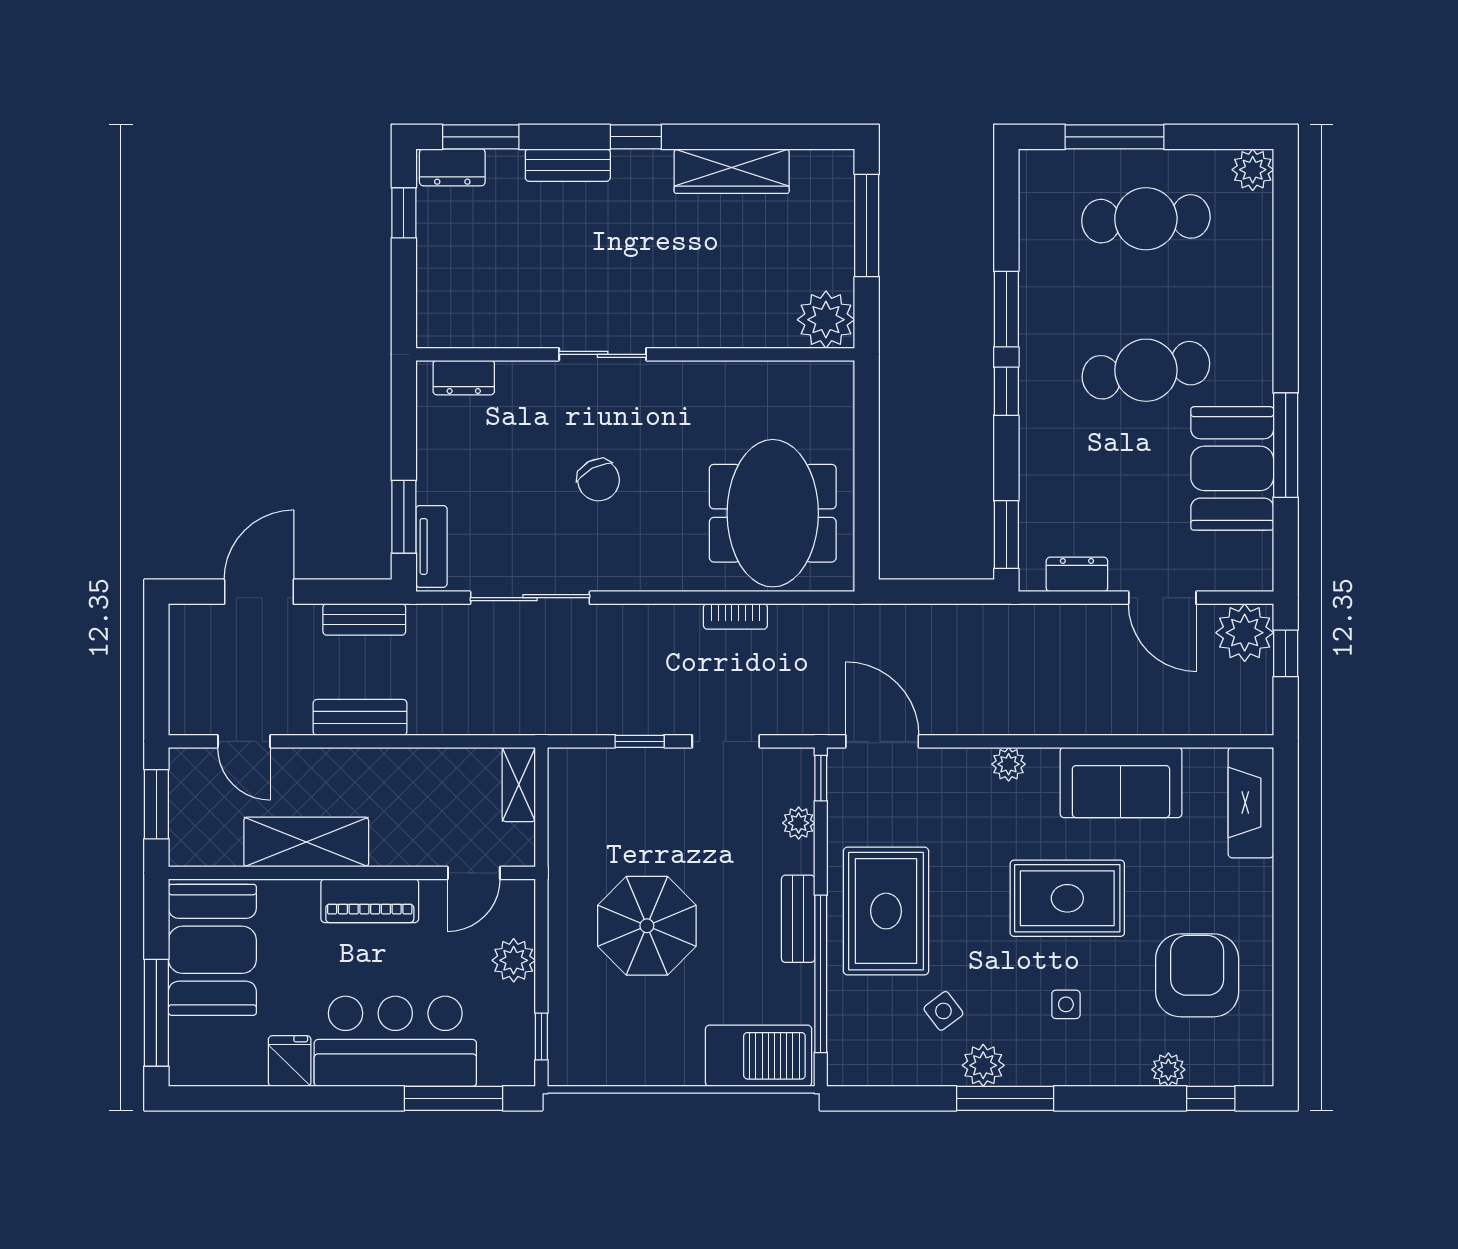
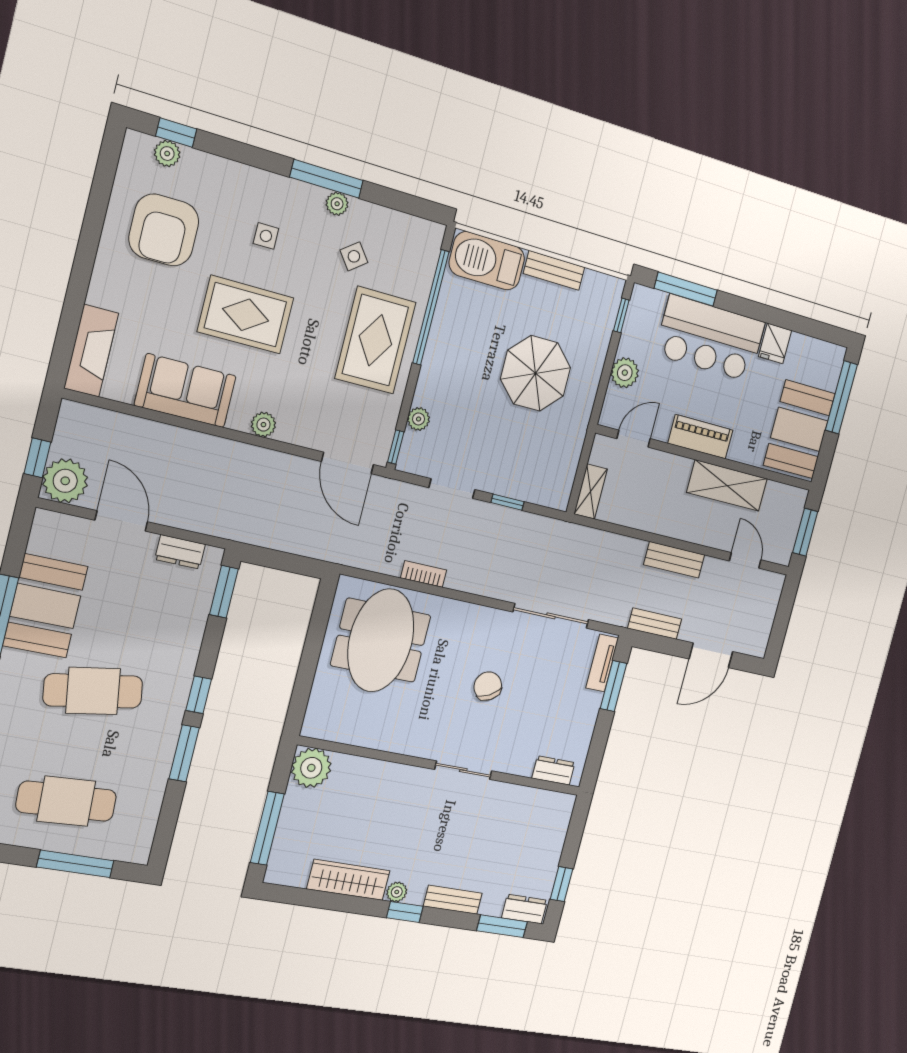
plant: (656, 164) -> (397, 892), added
bench: (798, 919) -> (554, 270), moved, turned 90
plant: (983, 1065) -> (337, 204), width x0.73, depth x0.73
plant: (1168, 1070) -> (167, 154), moved

